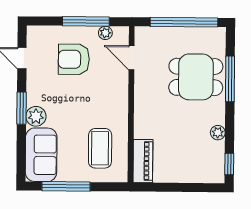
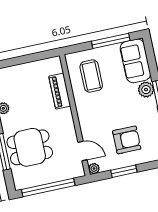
window: (86, 21) -> (124, 171), width x0.69
plant: (105, 33) -> (94, 169), moved
piano: (143, 161) -> (60, 91), moved

